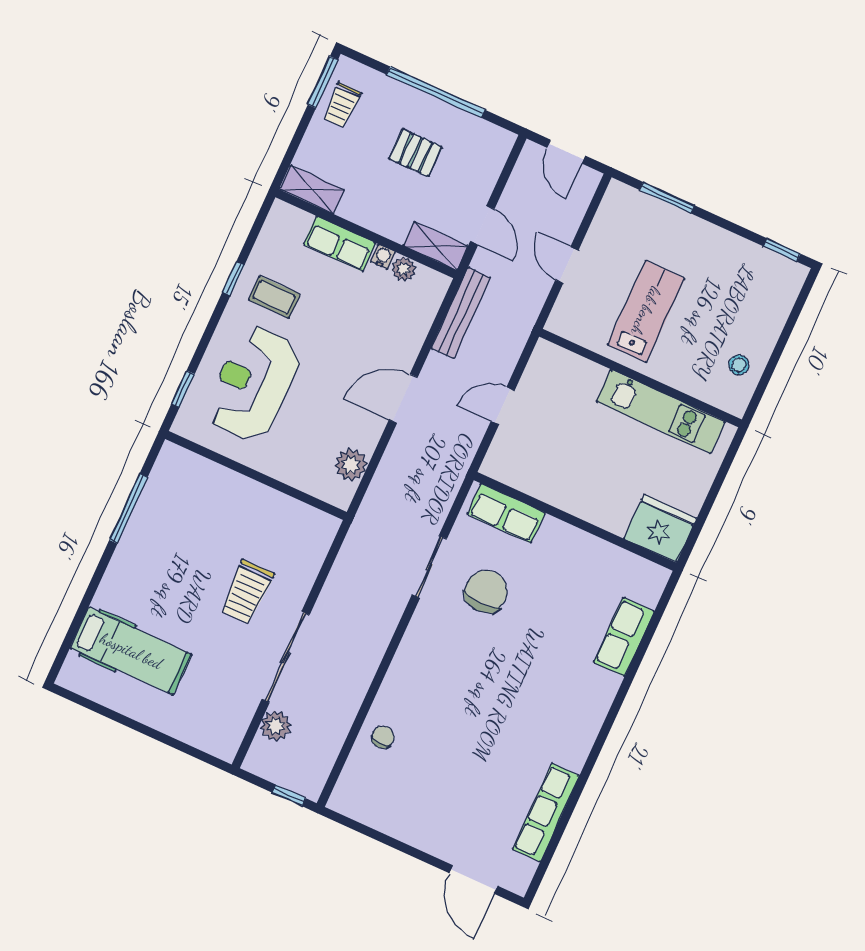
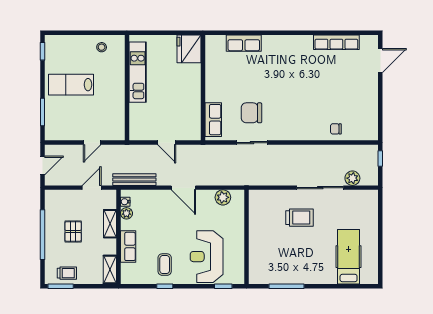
shelving: (435, 246) -> (110, 224), moved
water cooler: (383, 257) -> (125, 202), moved
lab bench: (646, 311) -> (71, 85), moved
reception desk: (253, 383) -> (207, 257), turned 90

